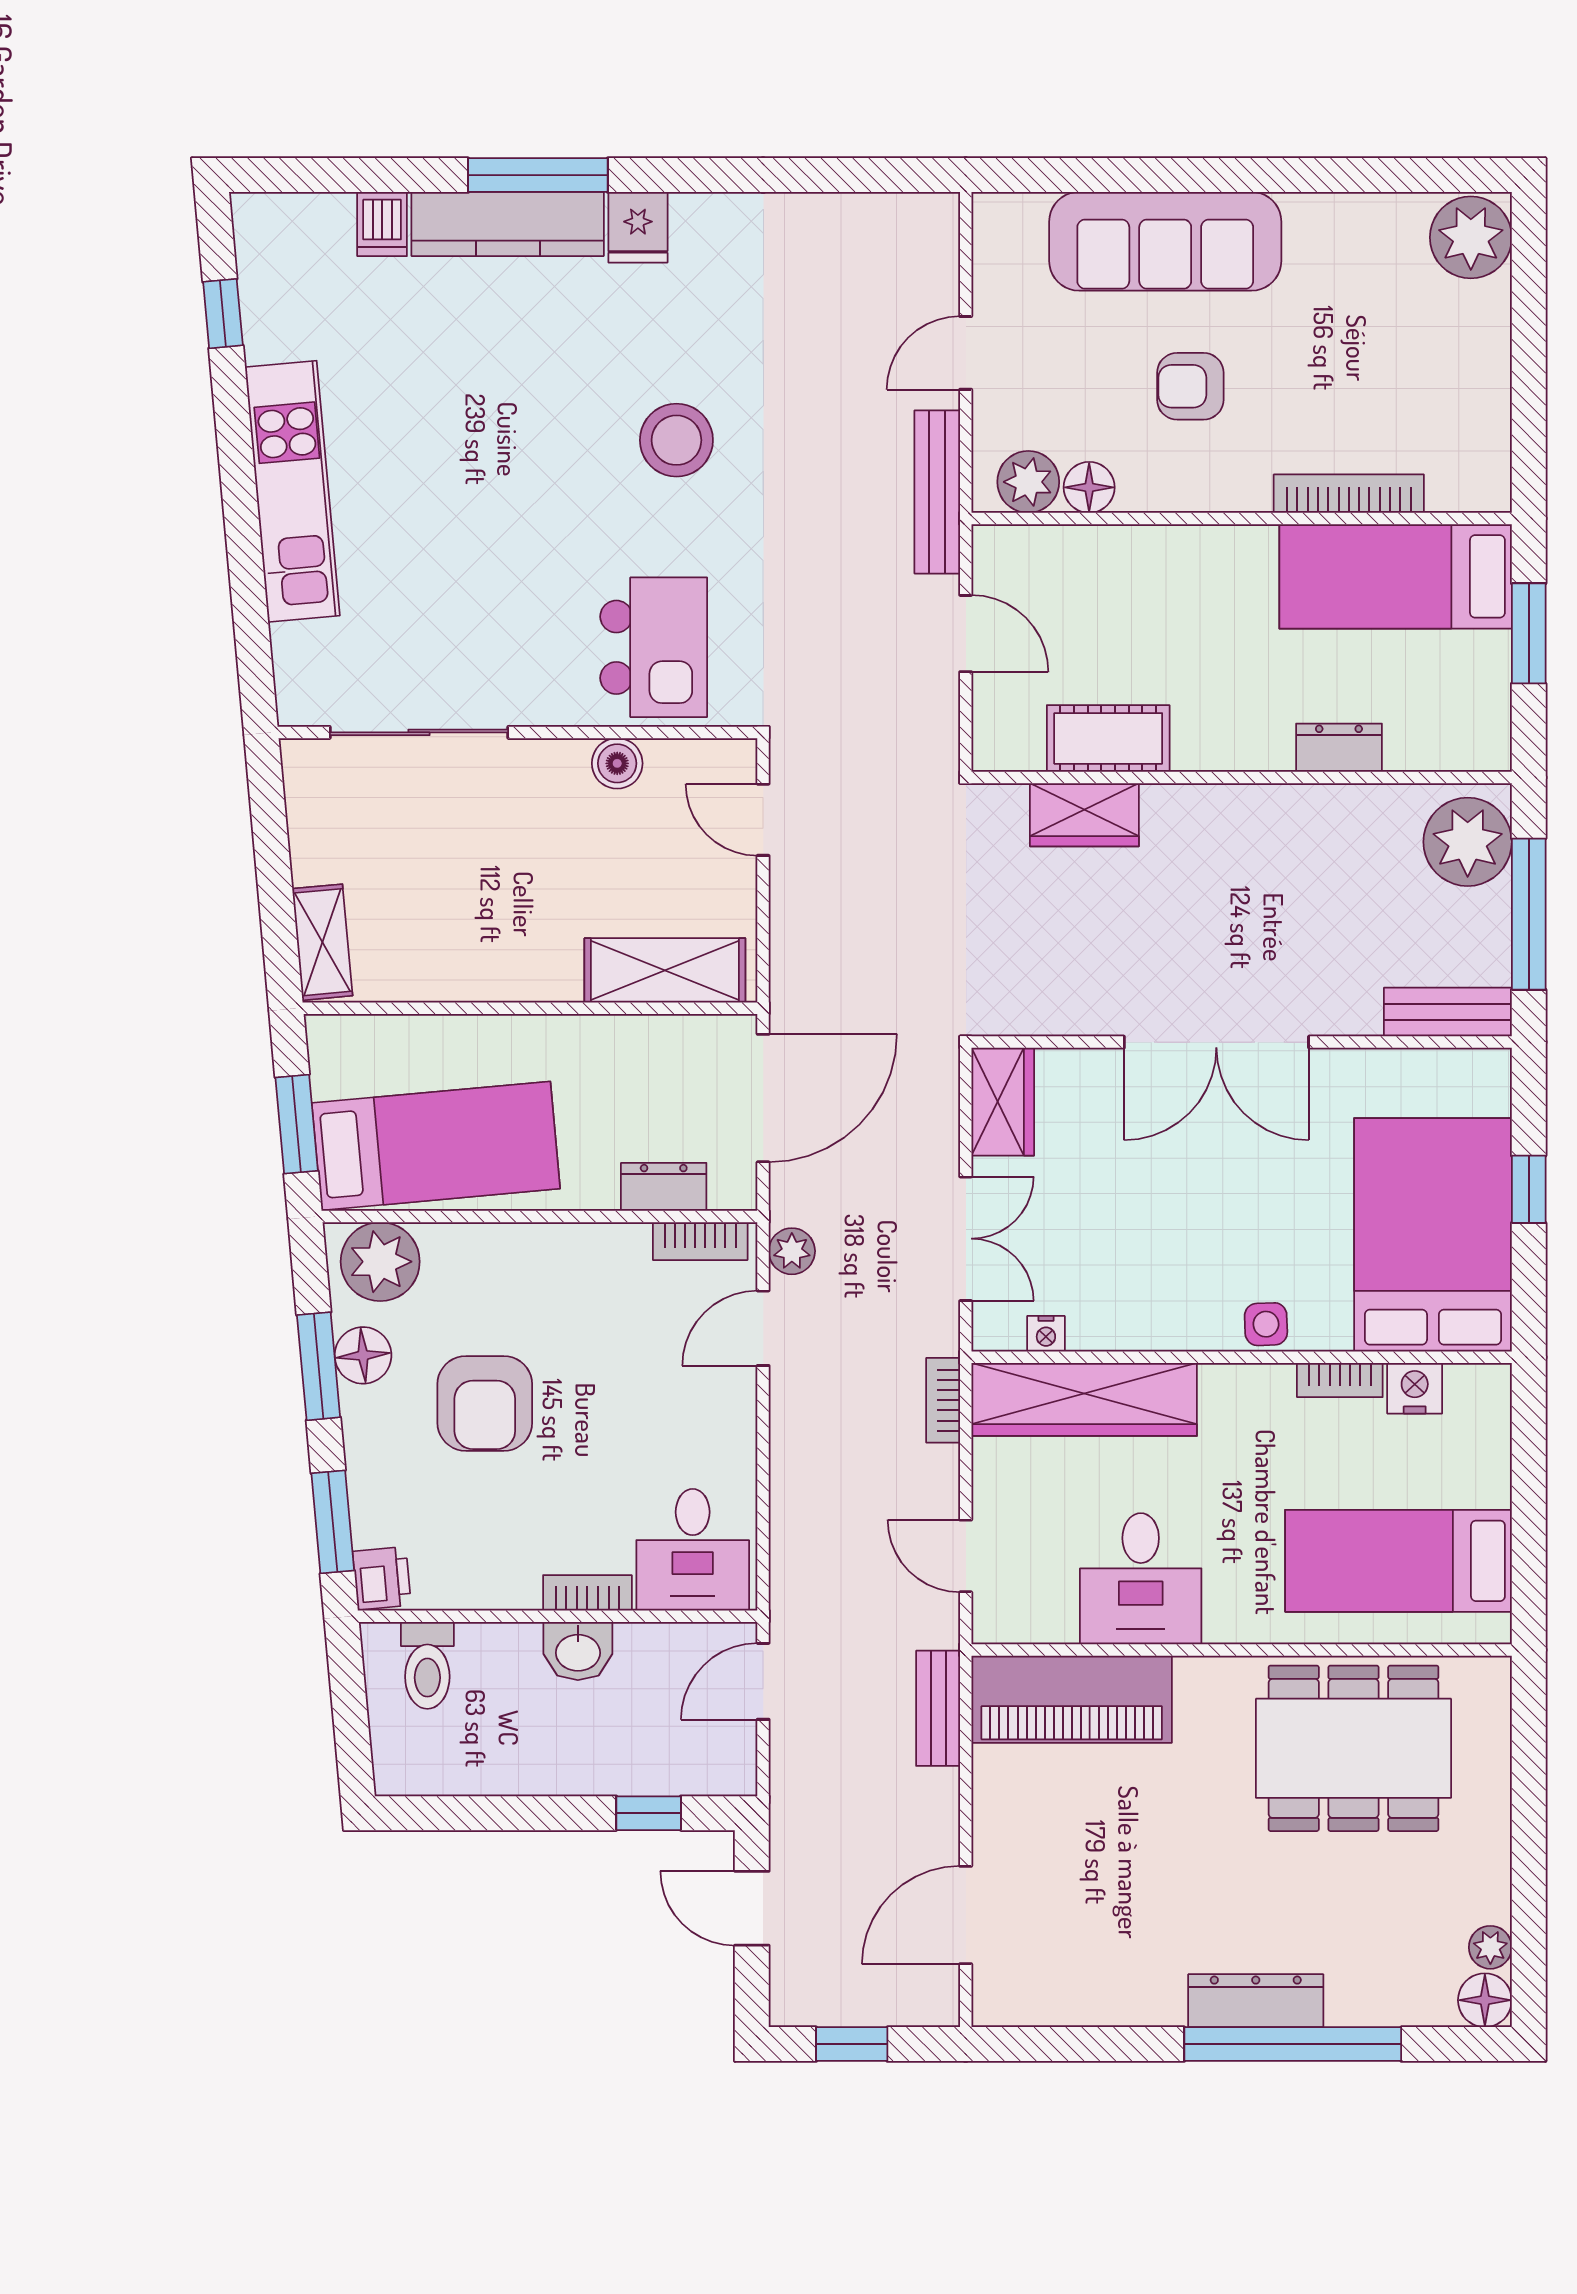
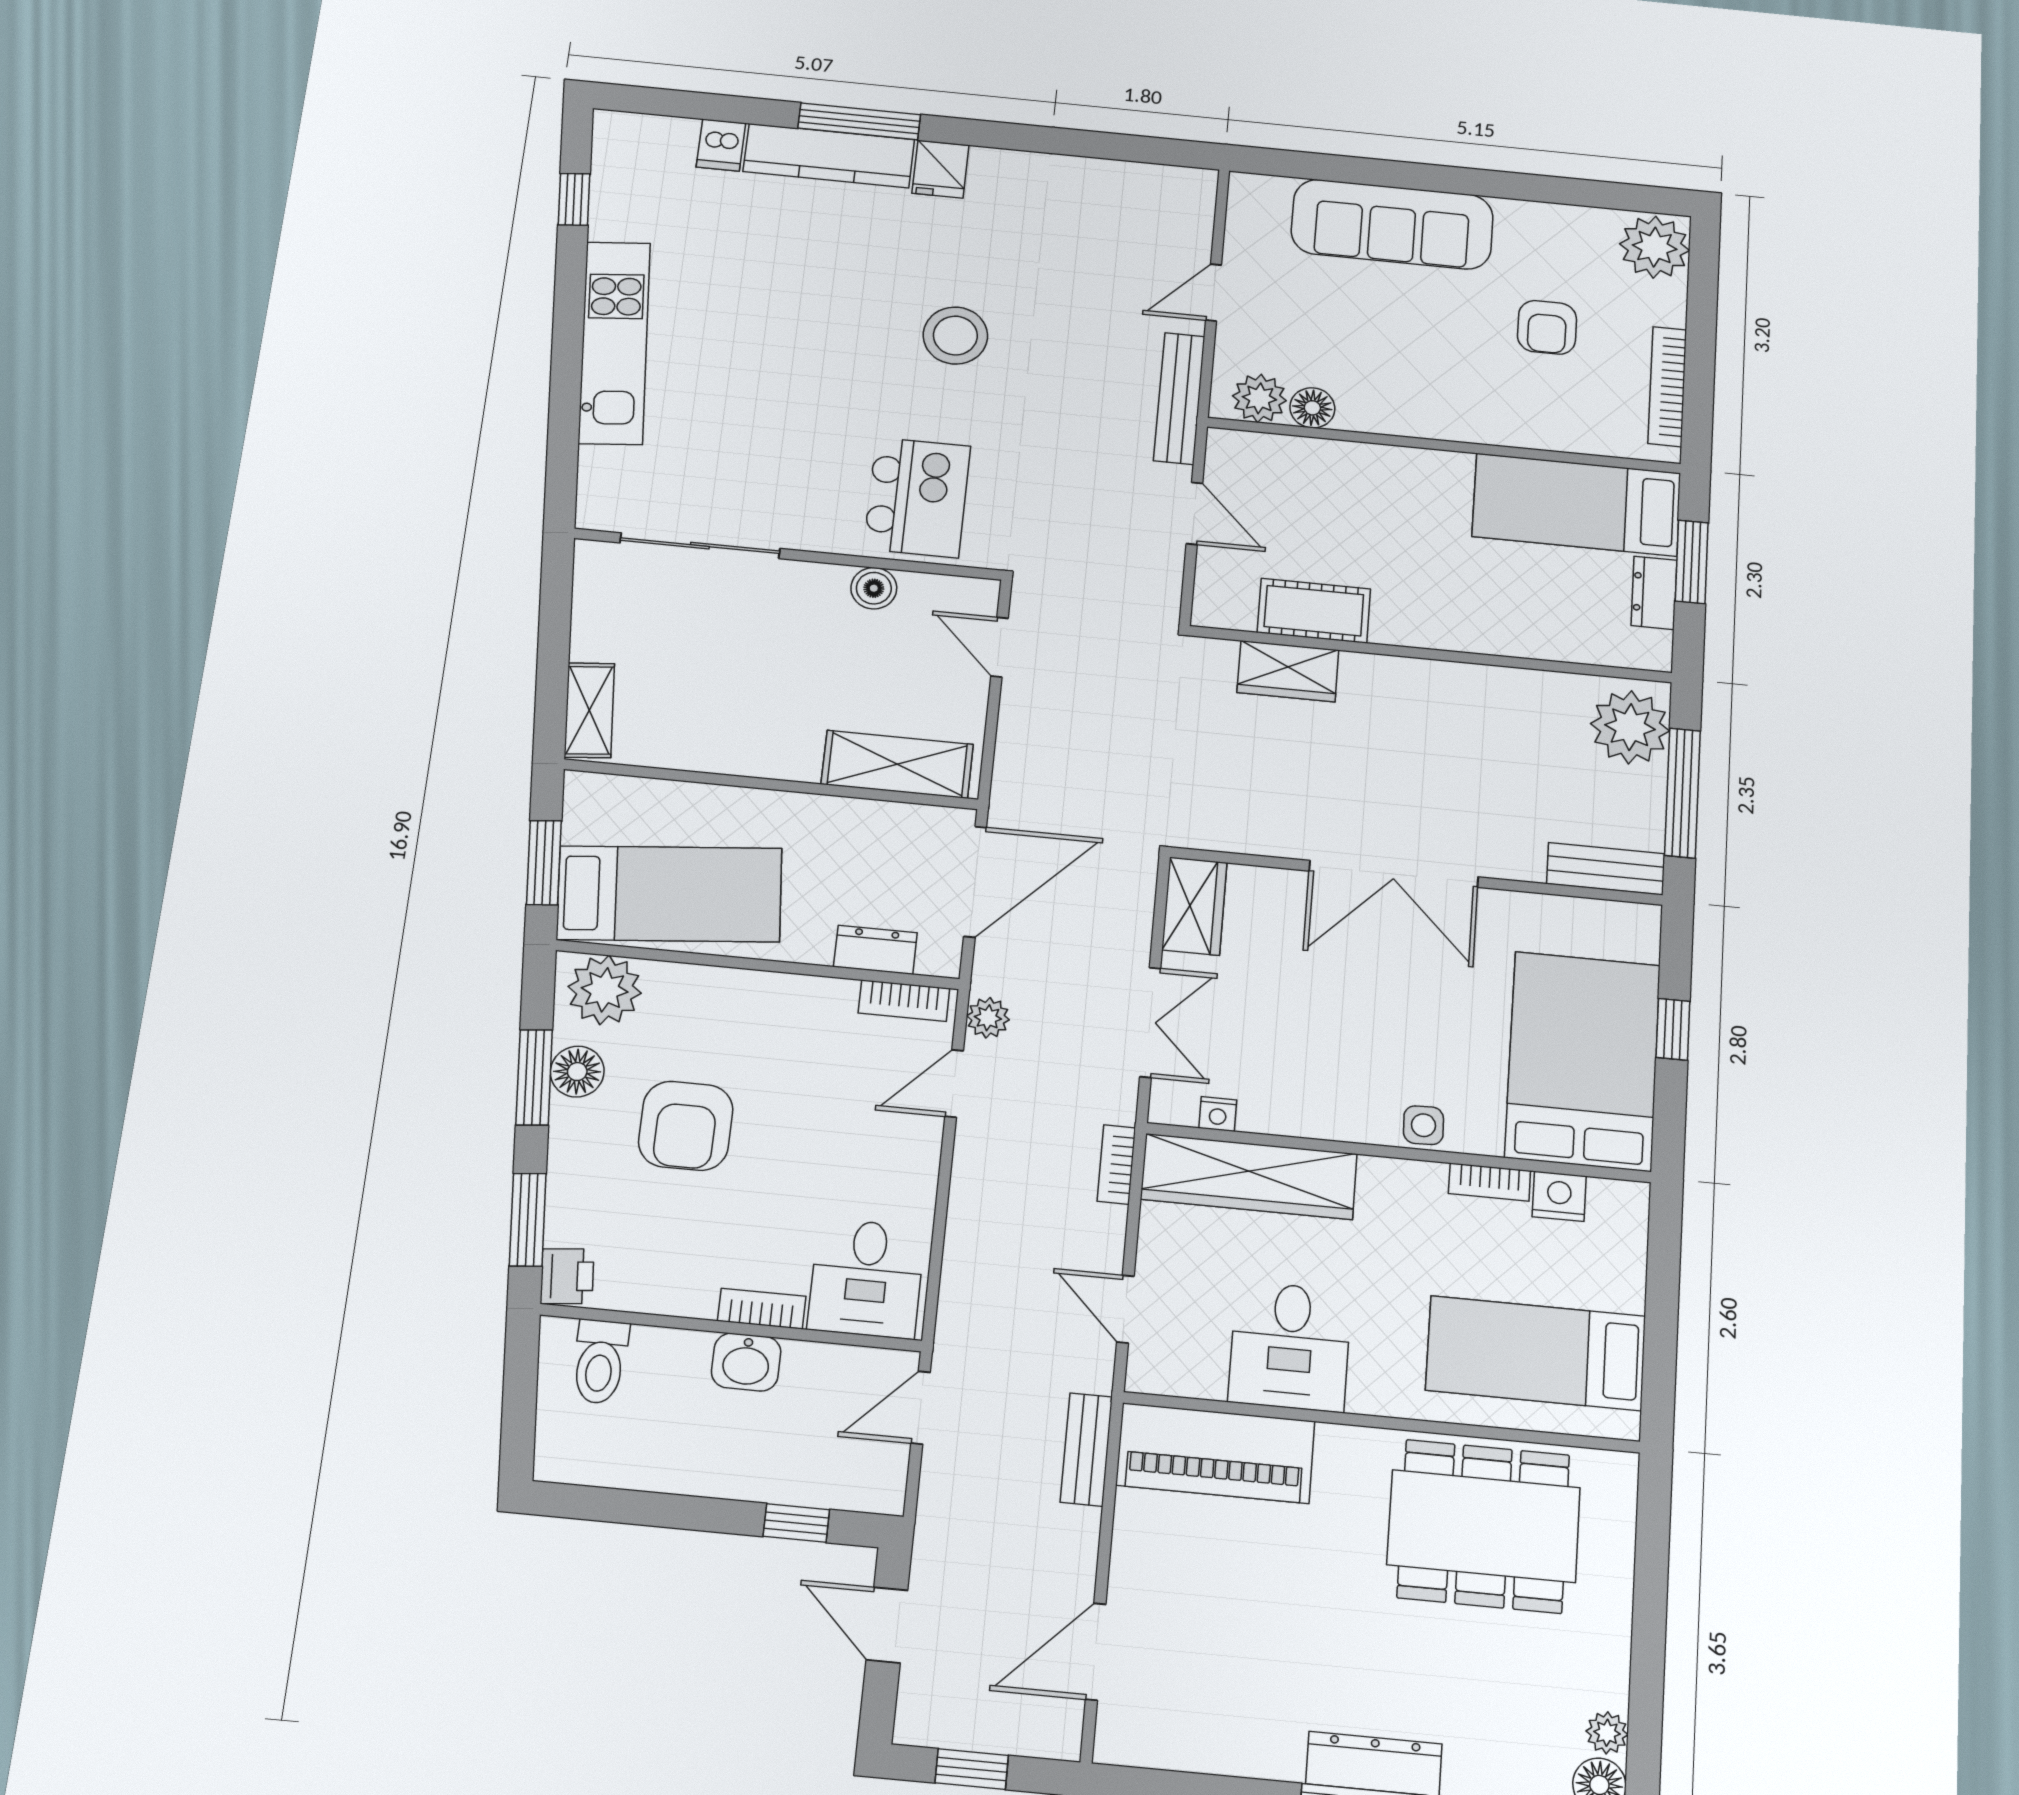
armchair: (1190, 386) -> (1547, 327), moved, turned -90
bookcase: (1349, 494) -> (1667, 386), moved, turned -90
dresser: (1339, 748) -> (1654, 593), moved, turned -90

